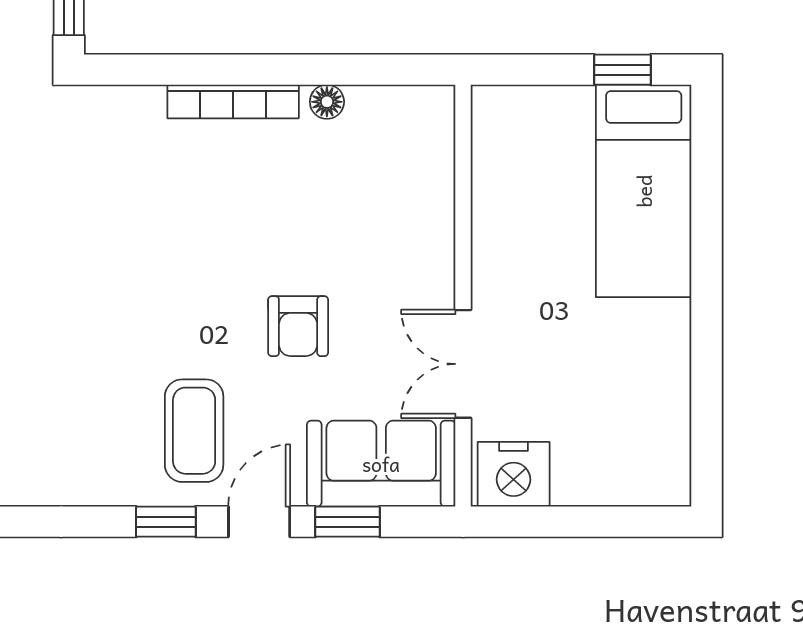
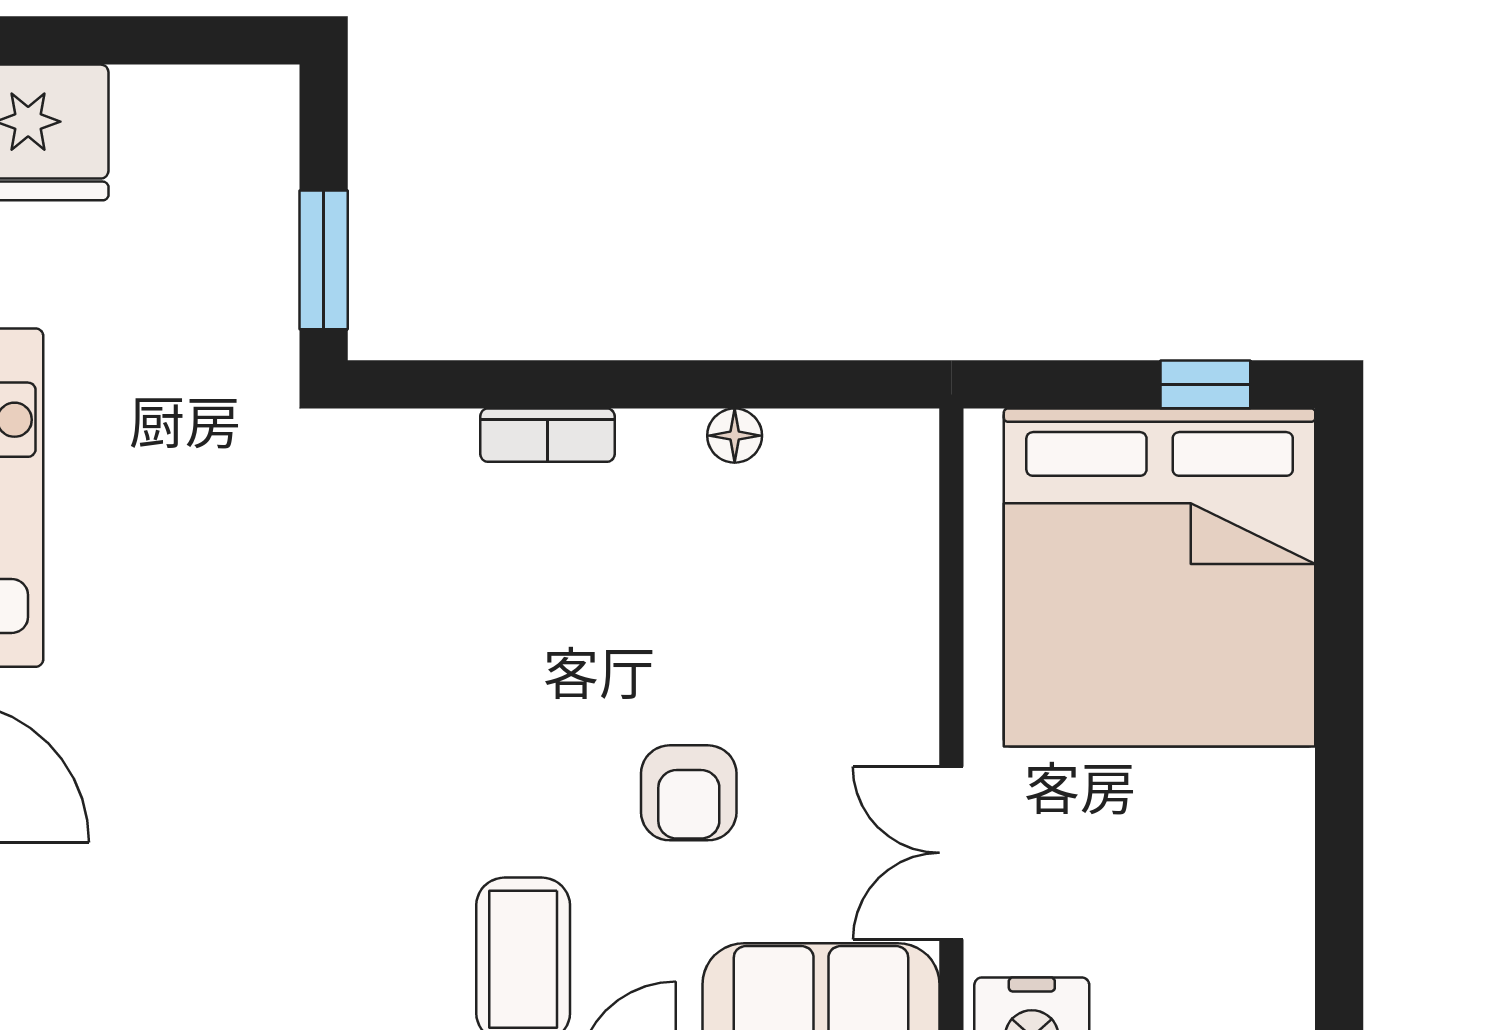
bookcase: (233, 102) -> (547, 435), width x0.64
bed: (644, 191) -> (1160, 577), width x2.04

